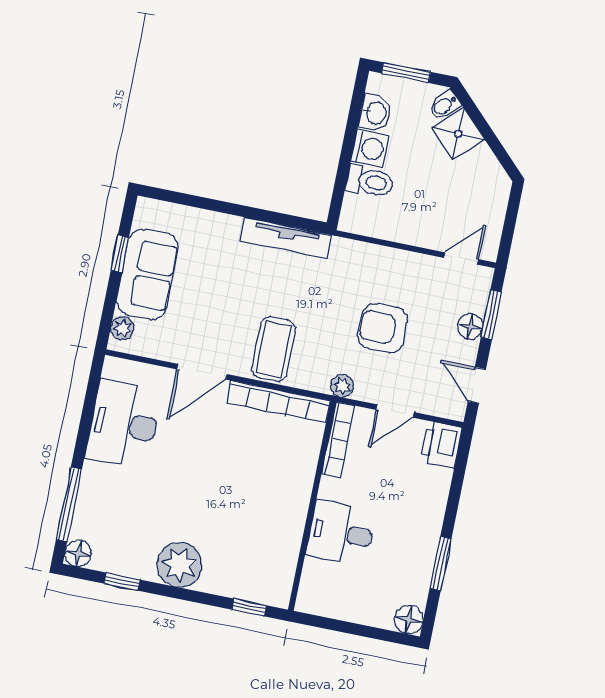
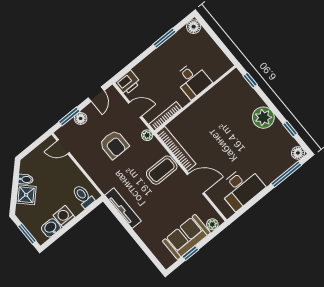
bidet: (444, 105) -> (26, 179), moved
toilet: (370, 182) -> (83, 196), moved

